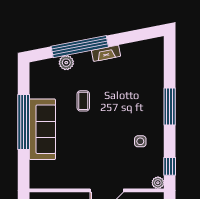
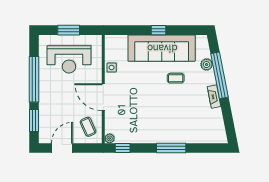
window: (24, 122) -> (159, 30), width x0.32
sofa: (42, 129) -> (162, 48), width x1.36, depth x1.27
side table: (140, 141) -> (112, 68), moved

